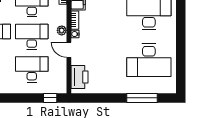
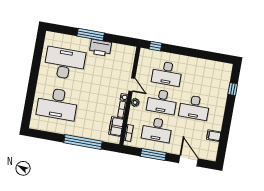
printer: (80, 77) -> (100, 48), moved, turned -90
window: (142, 98) -> (91, 35), moved

